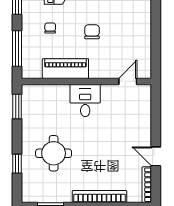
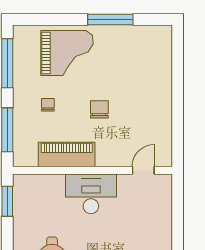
desk: (85, 101) -> (91, 194), width x1.37

